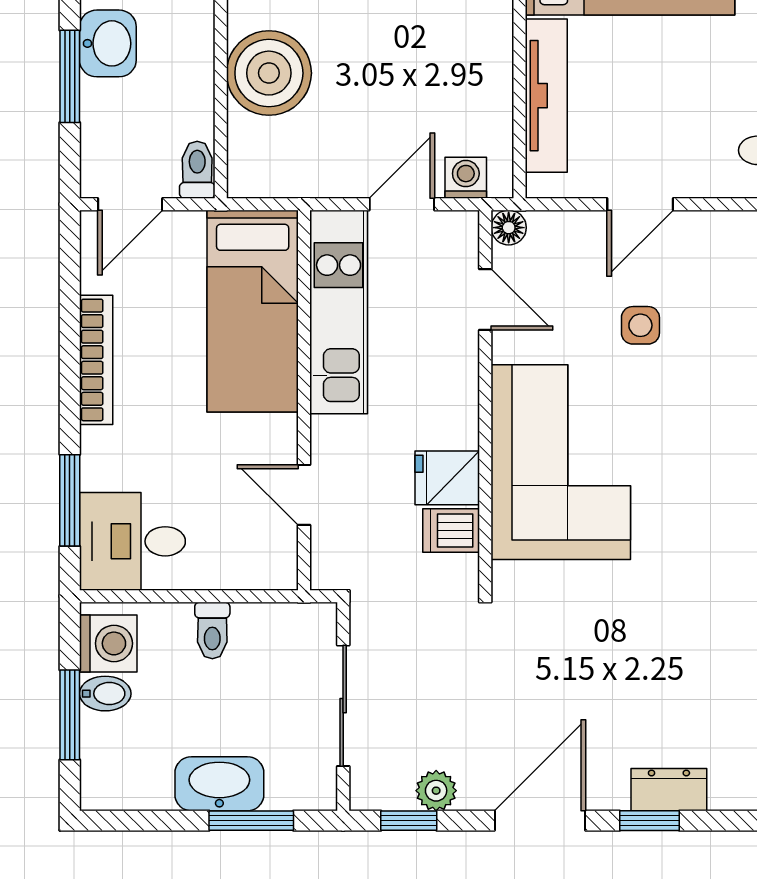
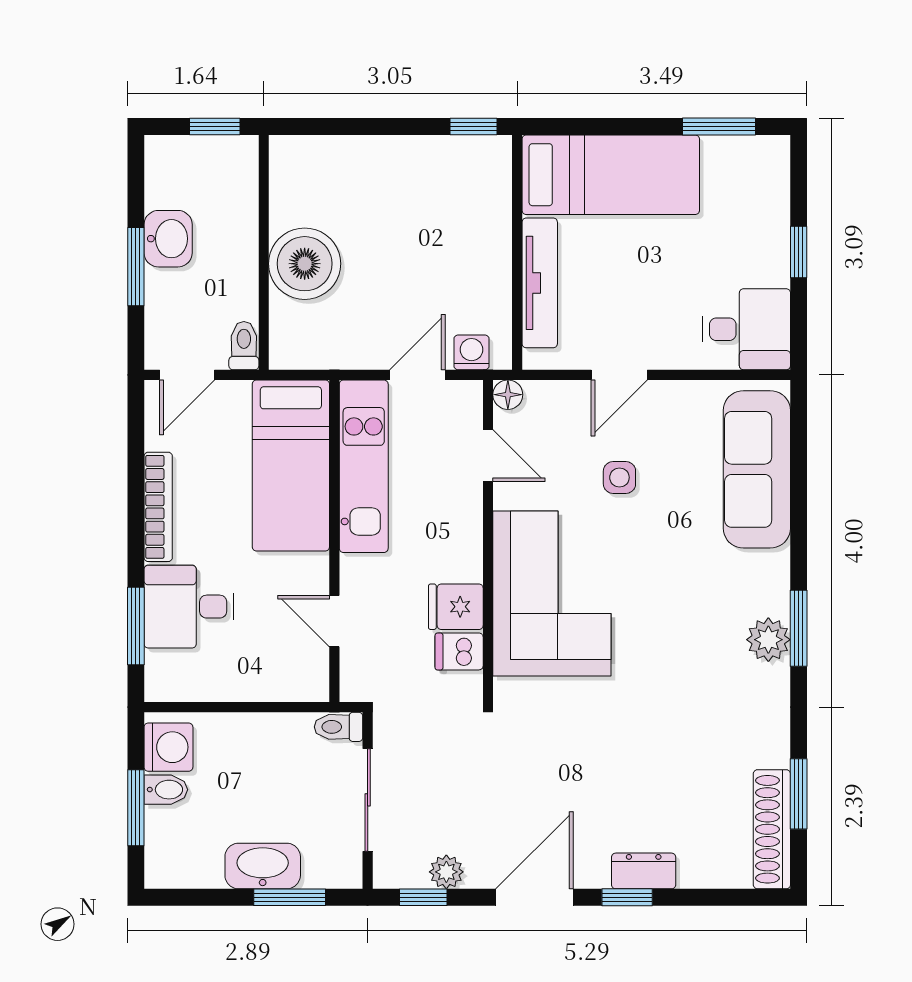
desk: (132, 541) -> (189, 607), moved
toilet: (212, 631) -> (338, 727), moved, turned 90

